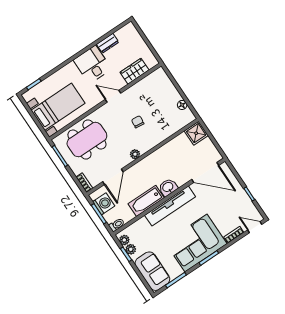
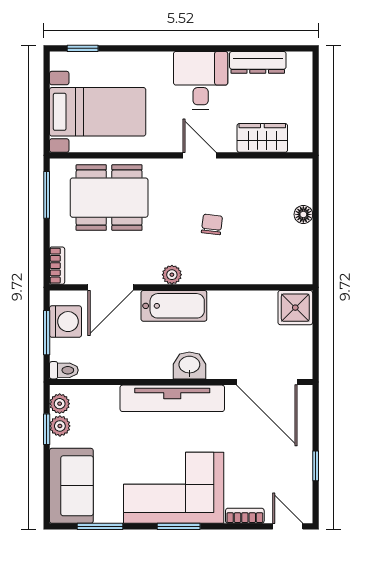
dresser: (108, 43) -> (258, 62), width x1.44
floor lamp: (182, 105) -> (303, 214), moved
bathtub: (146, 201) -> (174, 306), moved, turned 180

